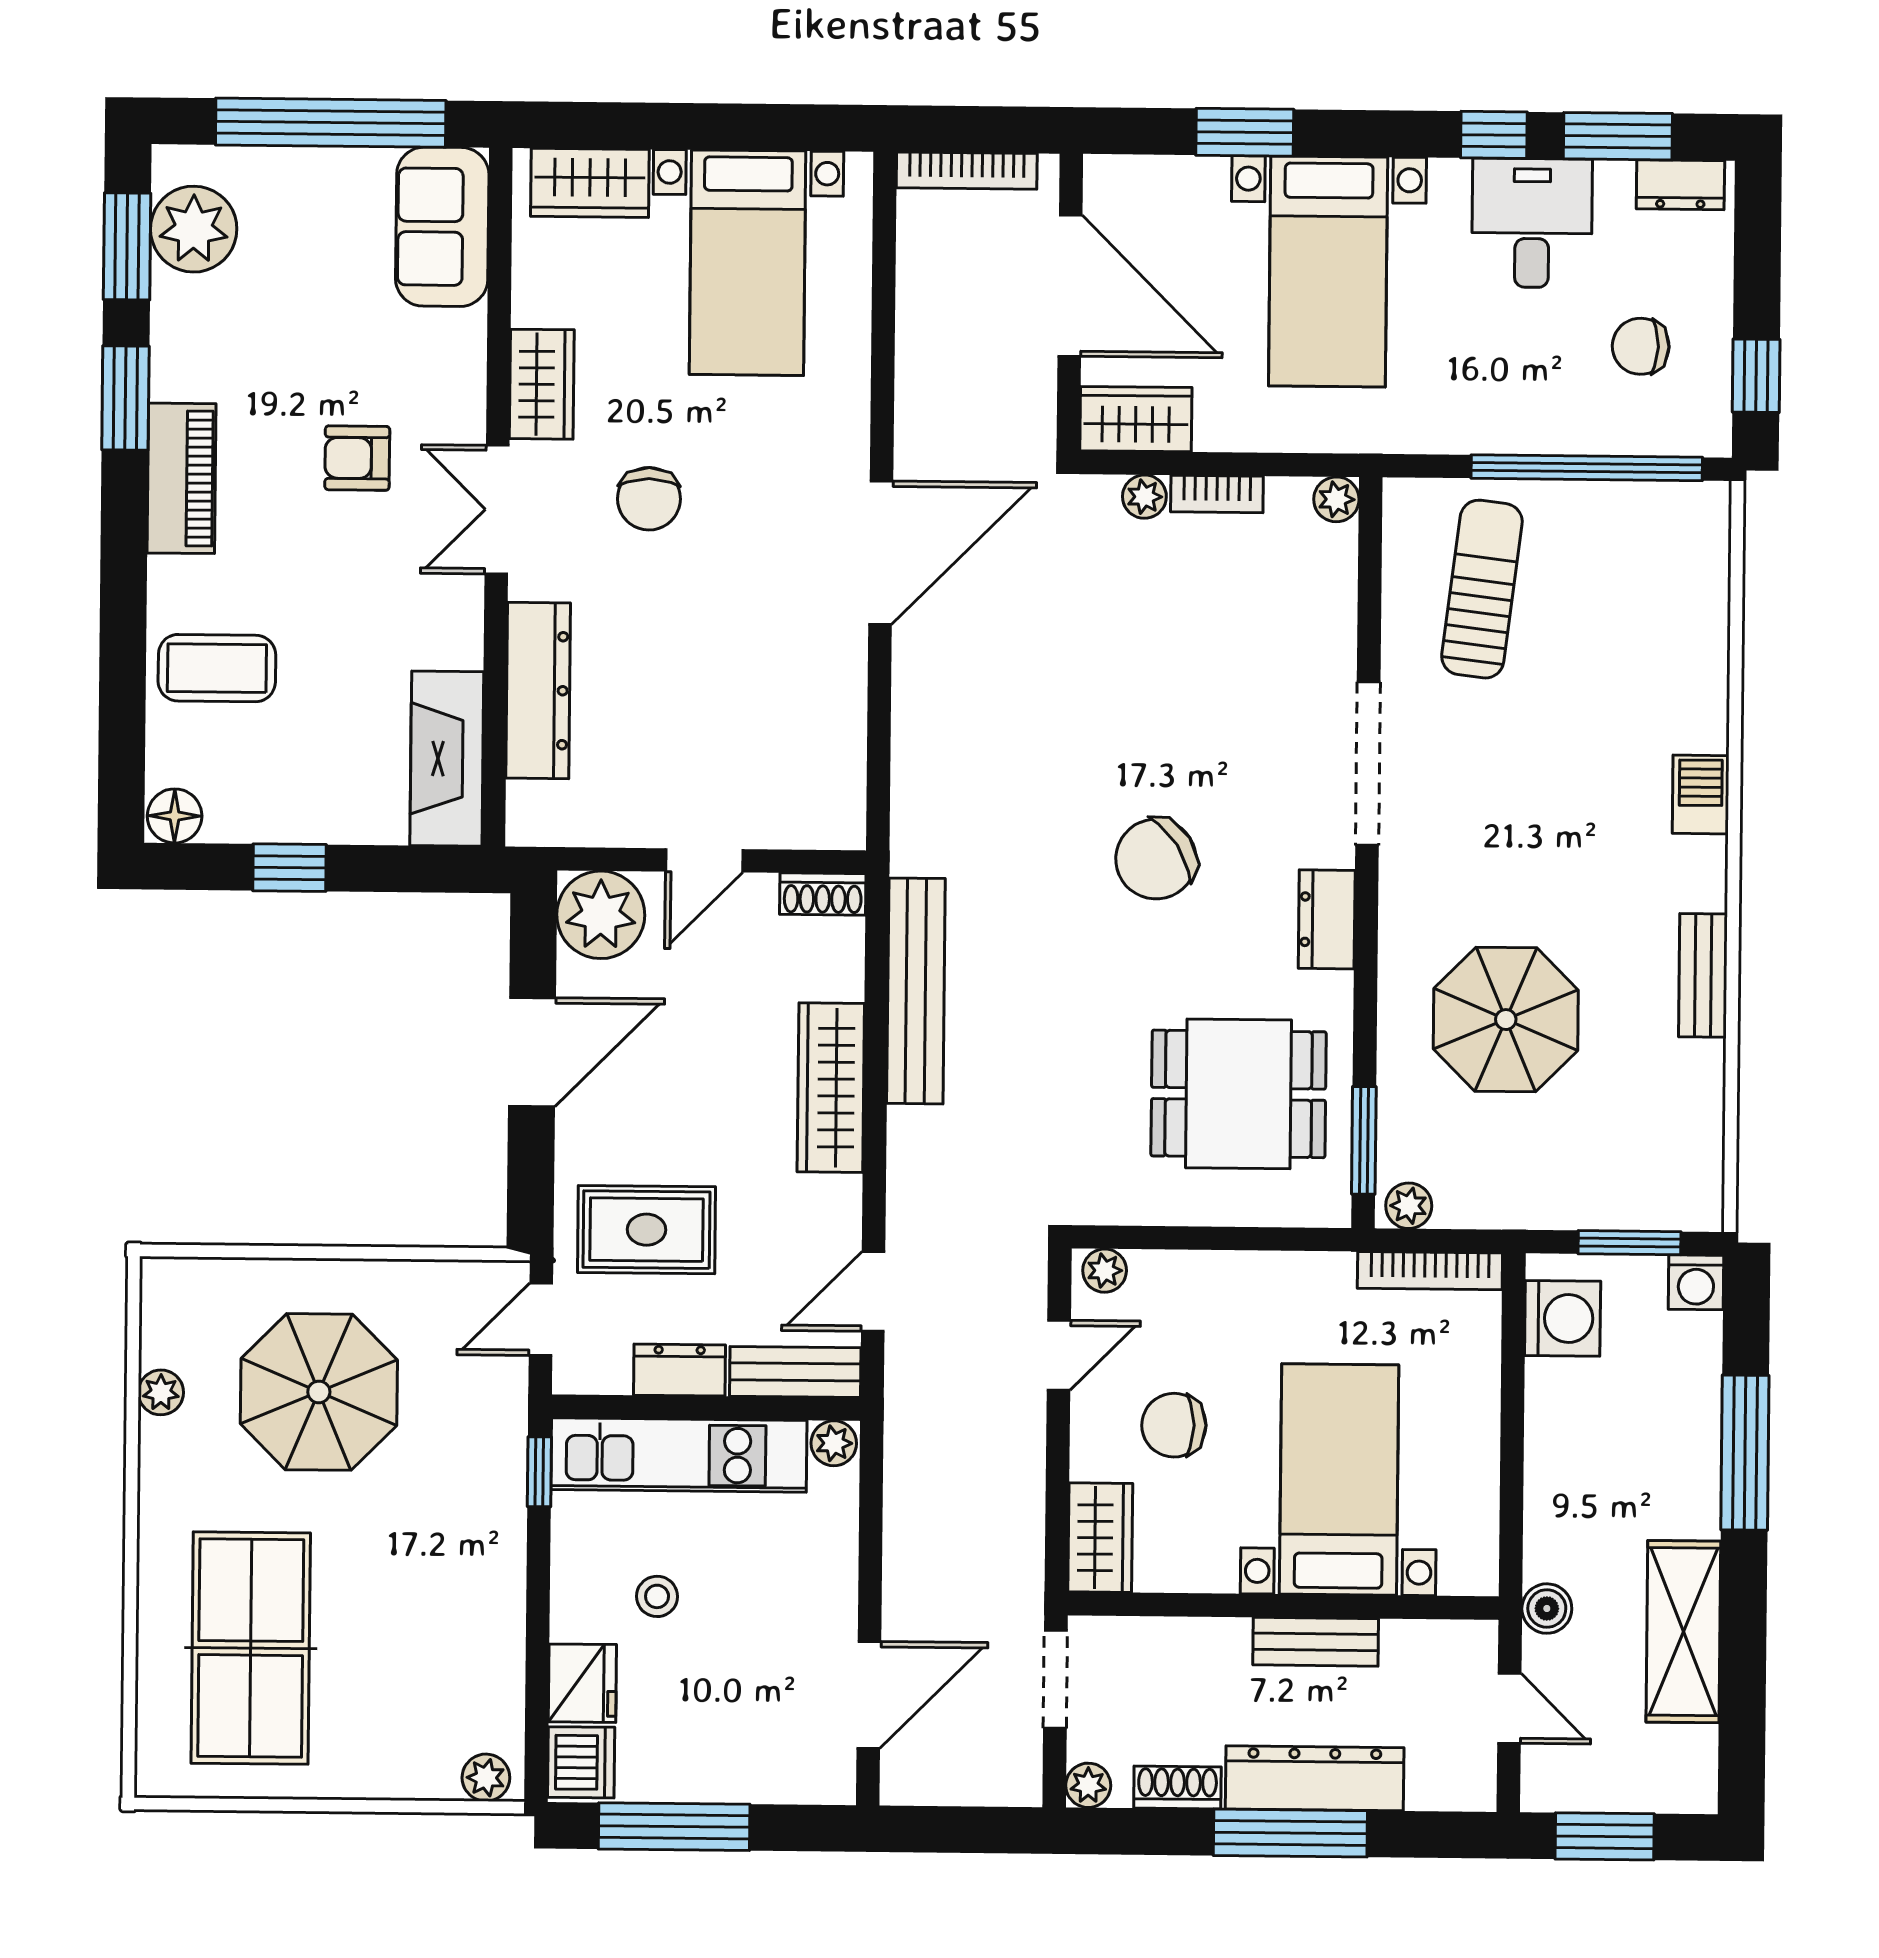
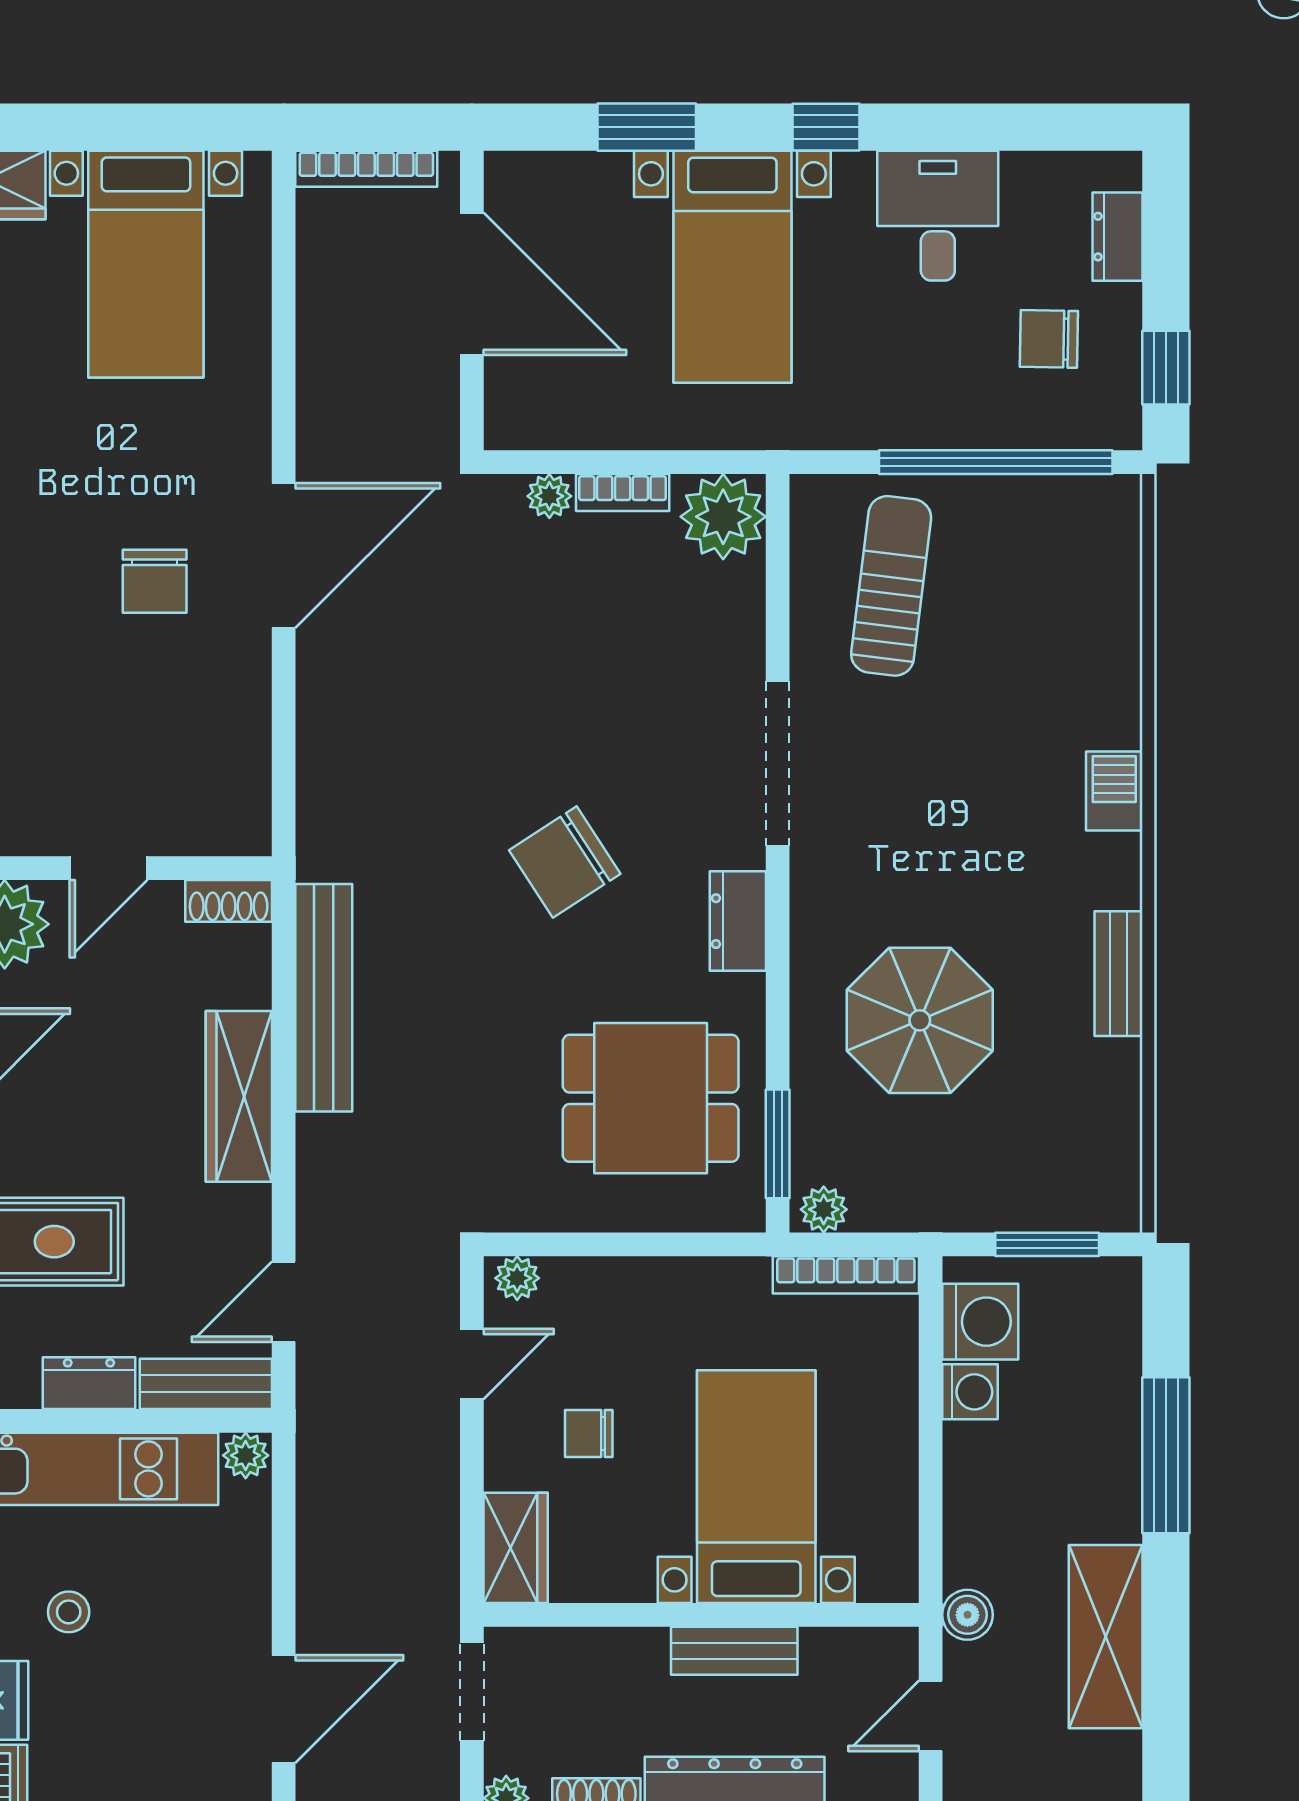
window: (1494, 135) -> (826, 127), moved
window: (1618, 136) -> (1024, 127), removed
dresser: (1680, 185) -> (1117, 237), moved, turned 90
wardrobe: (1136, 419) -> (540, 418), removed
chair: (649, 499) -> (155, 581), moved
plant: (1336, 499) -> (723, 517), width x1.88, depth x1.88
washing machine: (1696, 1282) -> (970, 1392), moved, turned -90
chair: (1174, 1425) -> (589, 1433), width x0.73, depth x0.73
door: (1509, 1708) -> (931, 1716), swing flipped

